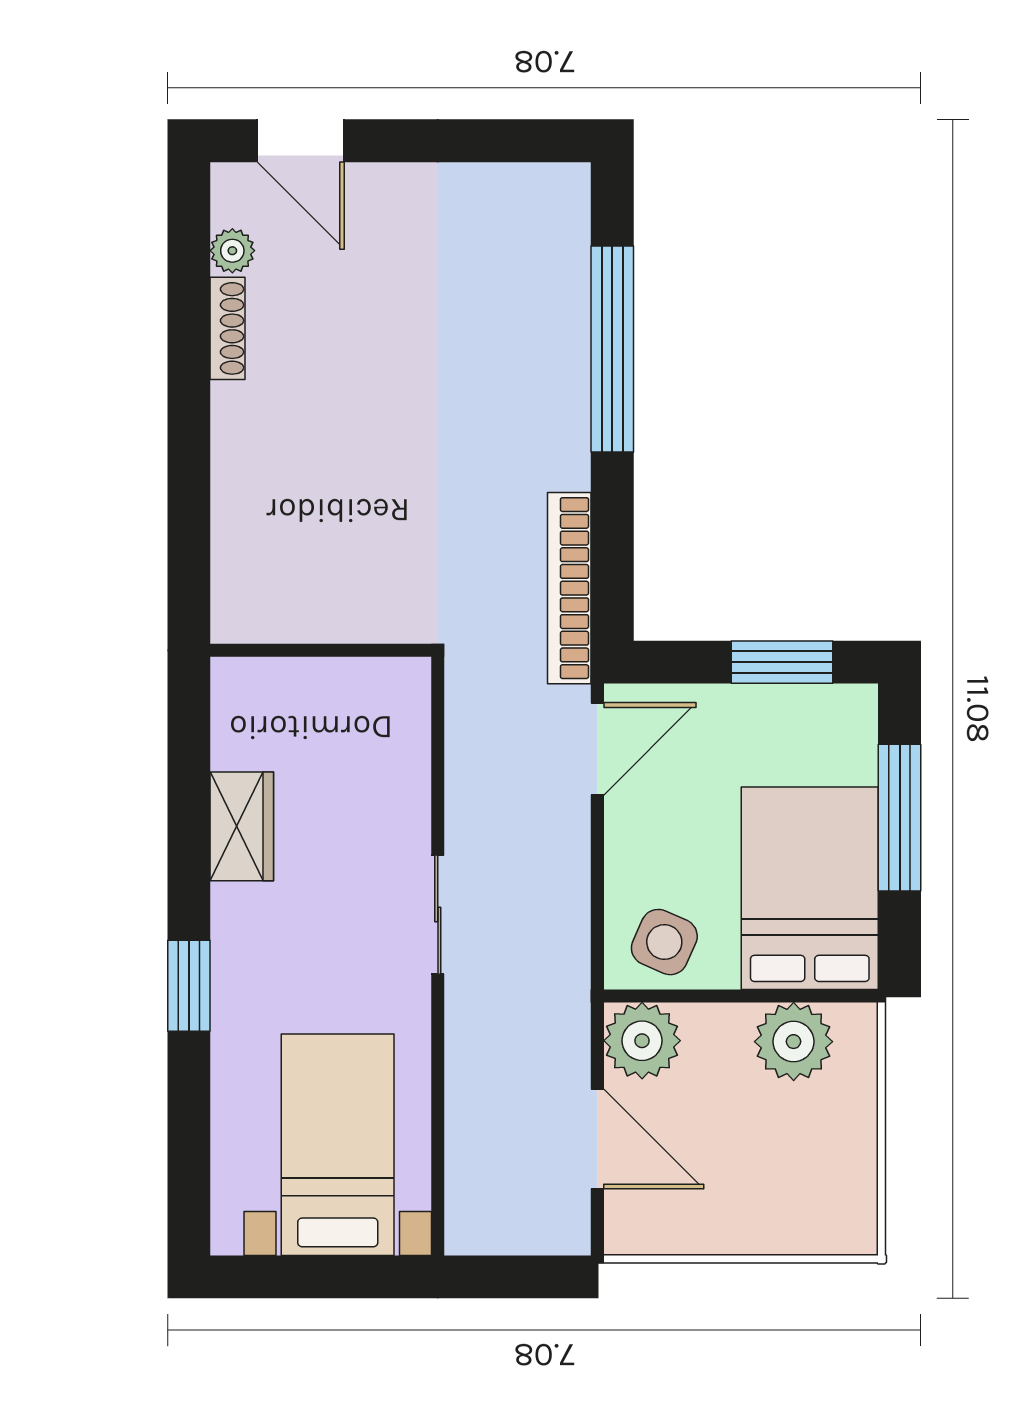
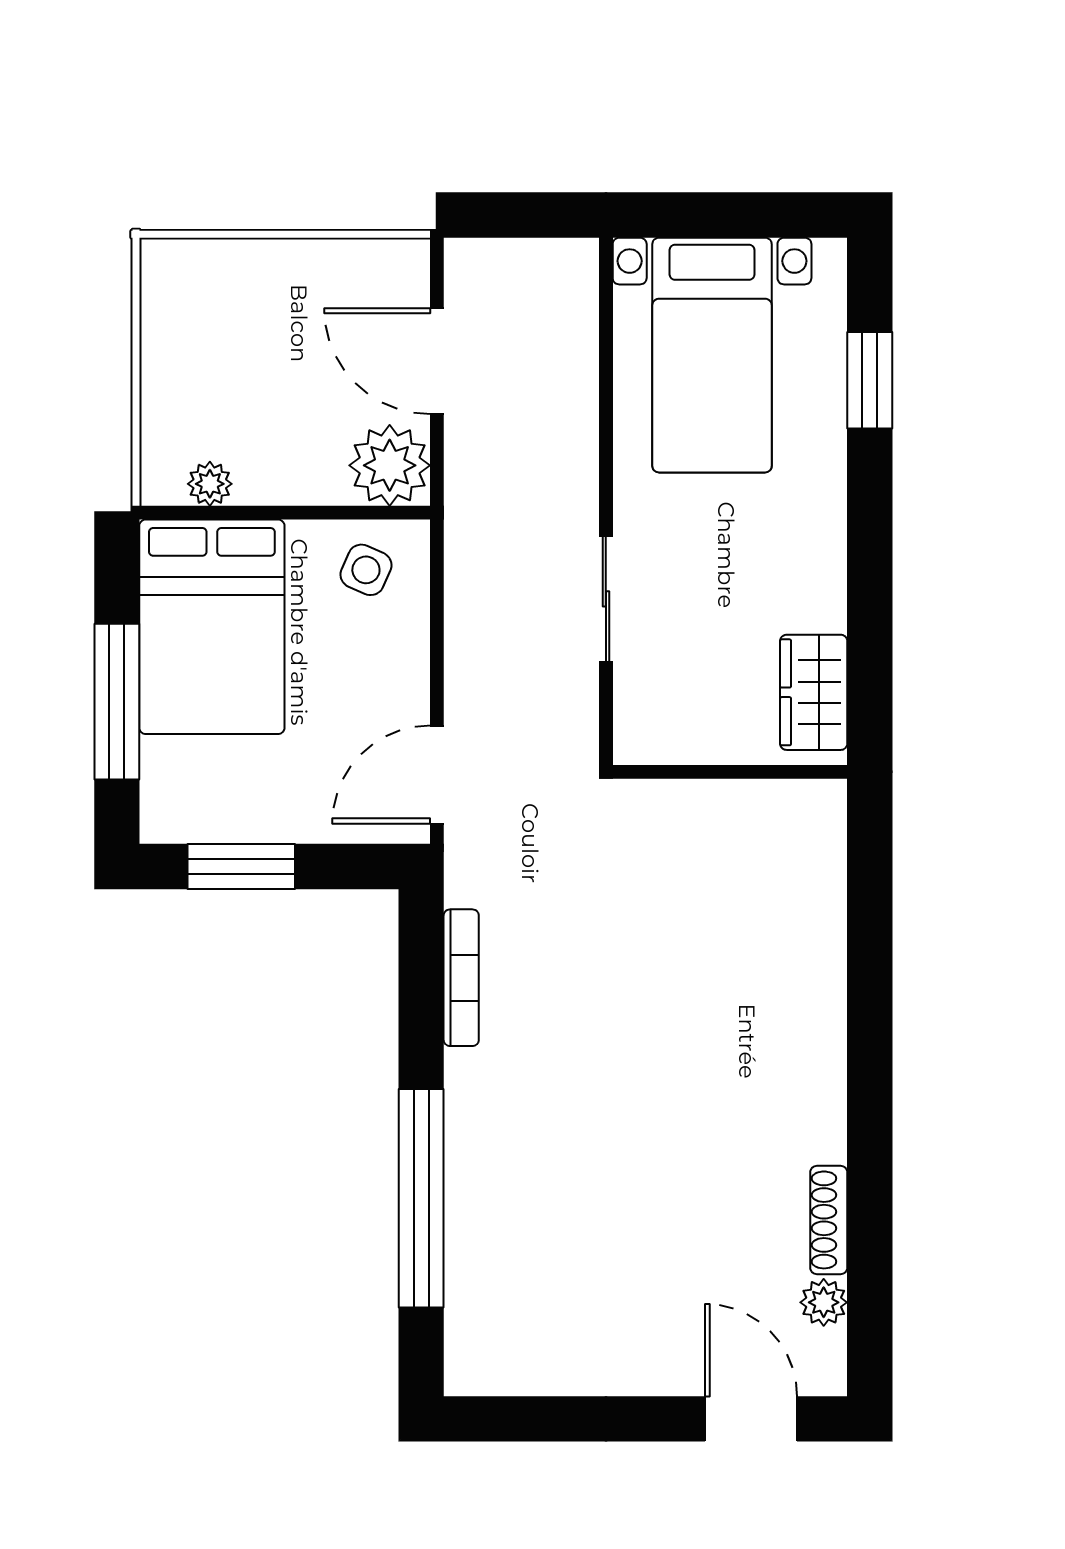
bookcase: (569, 588) -> (461, 978), width x0.68, depth x0.76
wall: (321, 650) -> (730, 772), moved
side table: (664, 942) -> (366, 570), width x0.73, depth x0.73
window: (189, 986) -> (870, 380), moved
plant: (794, 1042) -> (210, 484), width x0.53, depth x0.53

